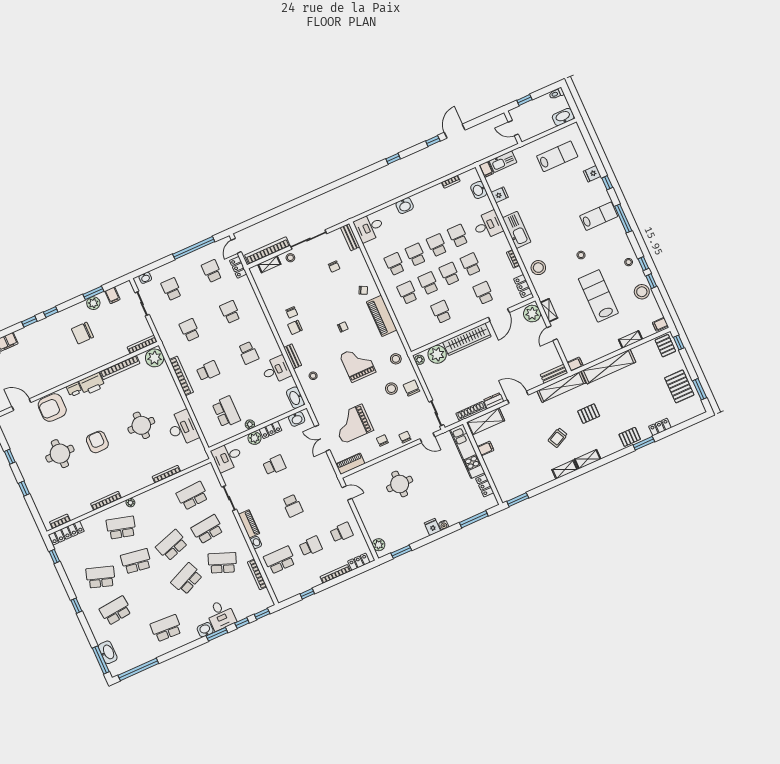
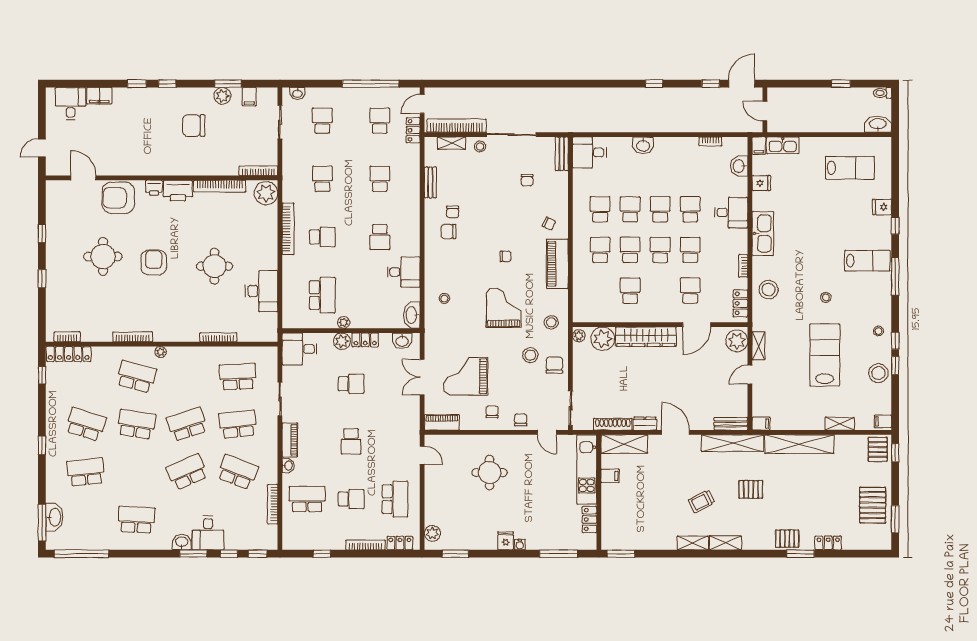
wall: (513, 127) -> (765, 110), moved
door: (513, 128) -> (765, 111), moved
bench: (293, 356) -> (430, 182), moved
school desk: (342, 532) -> (395, 499), width x1.85

